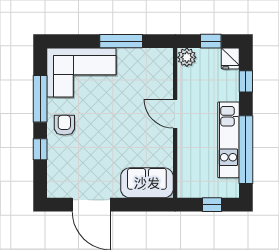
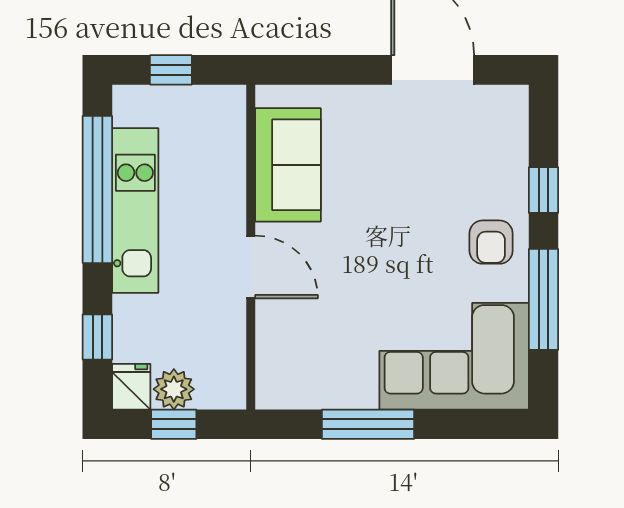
plant: (187, 57) -> (174, 389), moved
sofa: (147, 183) -> (288, 165), moved, turned -90

